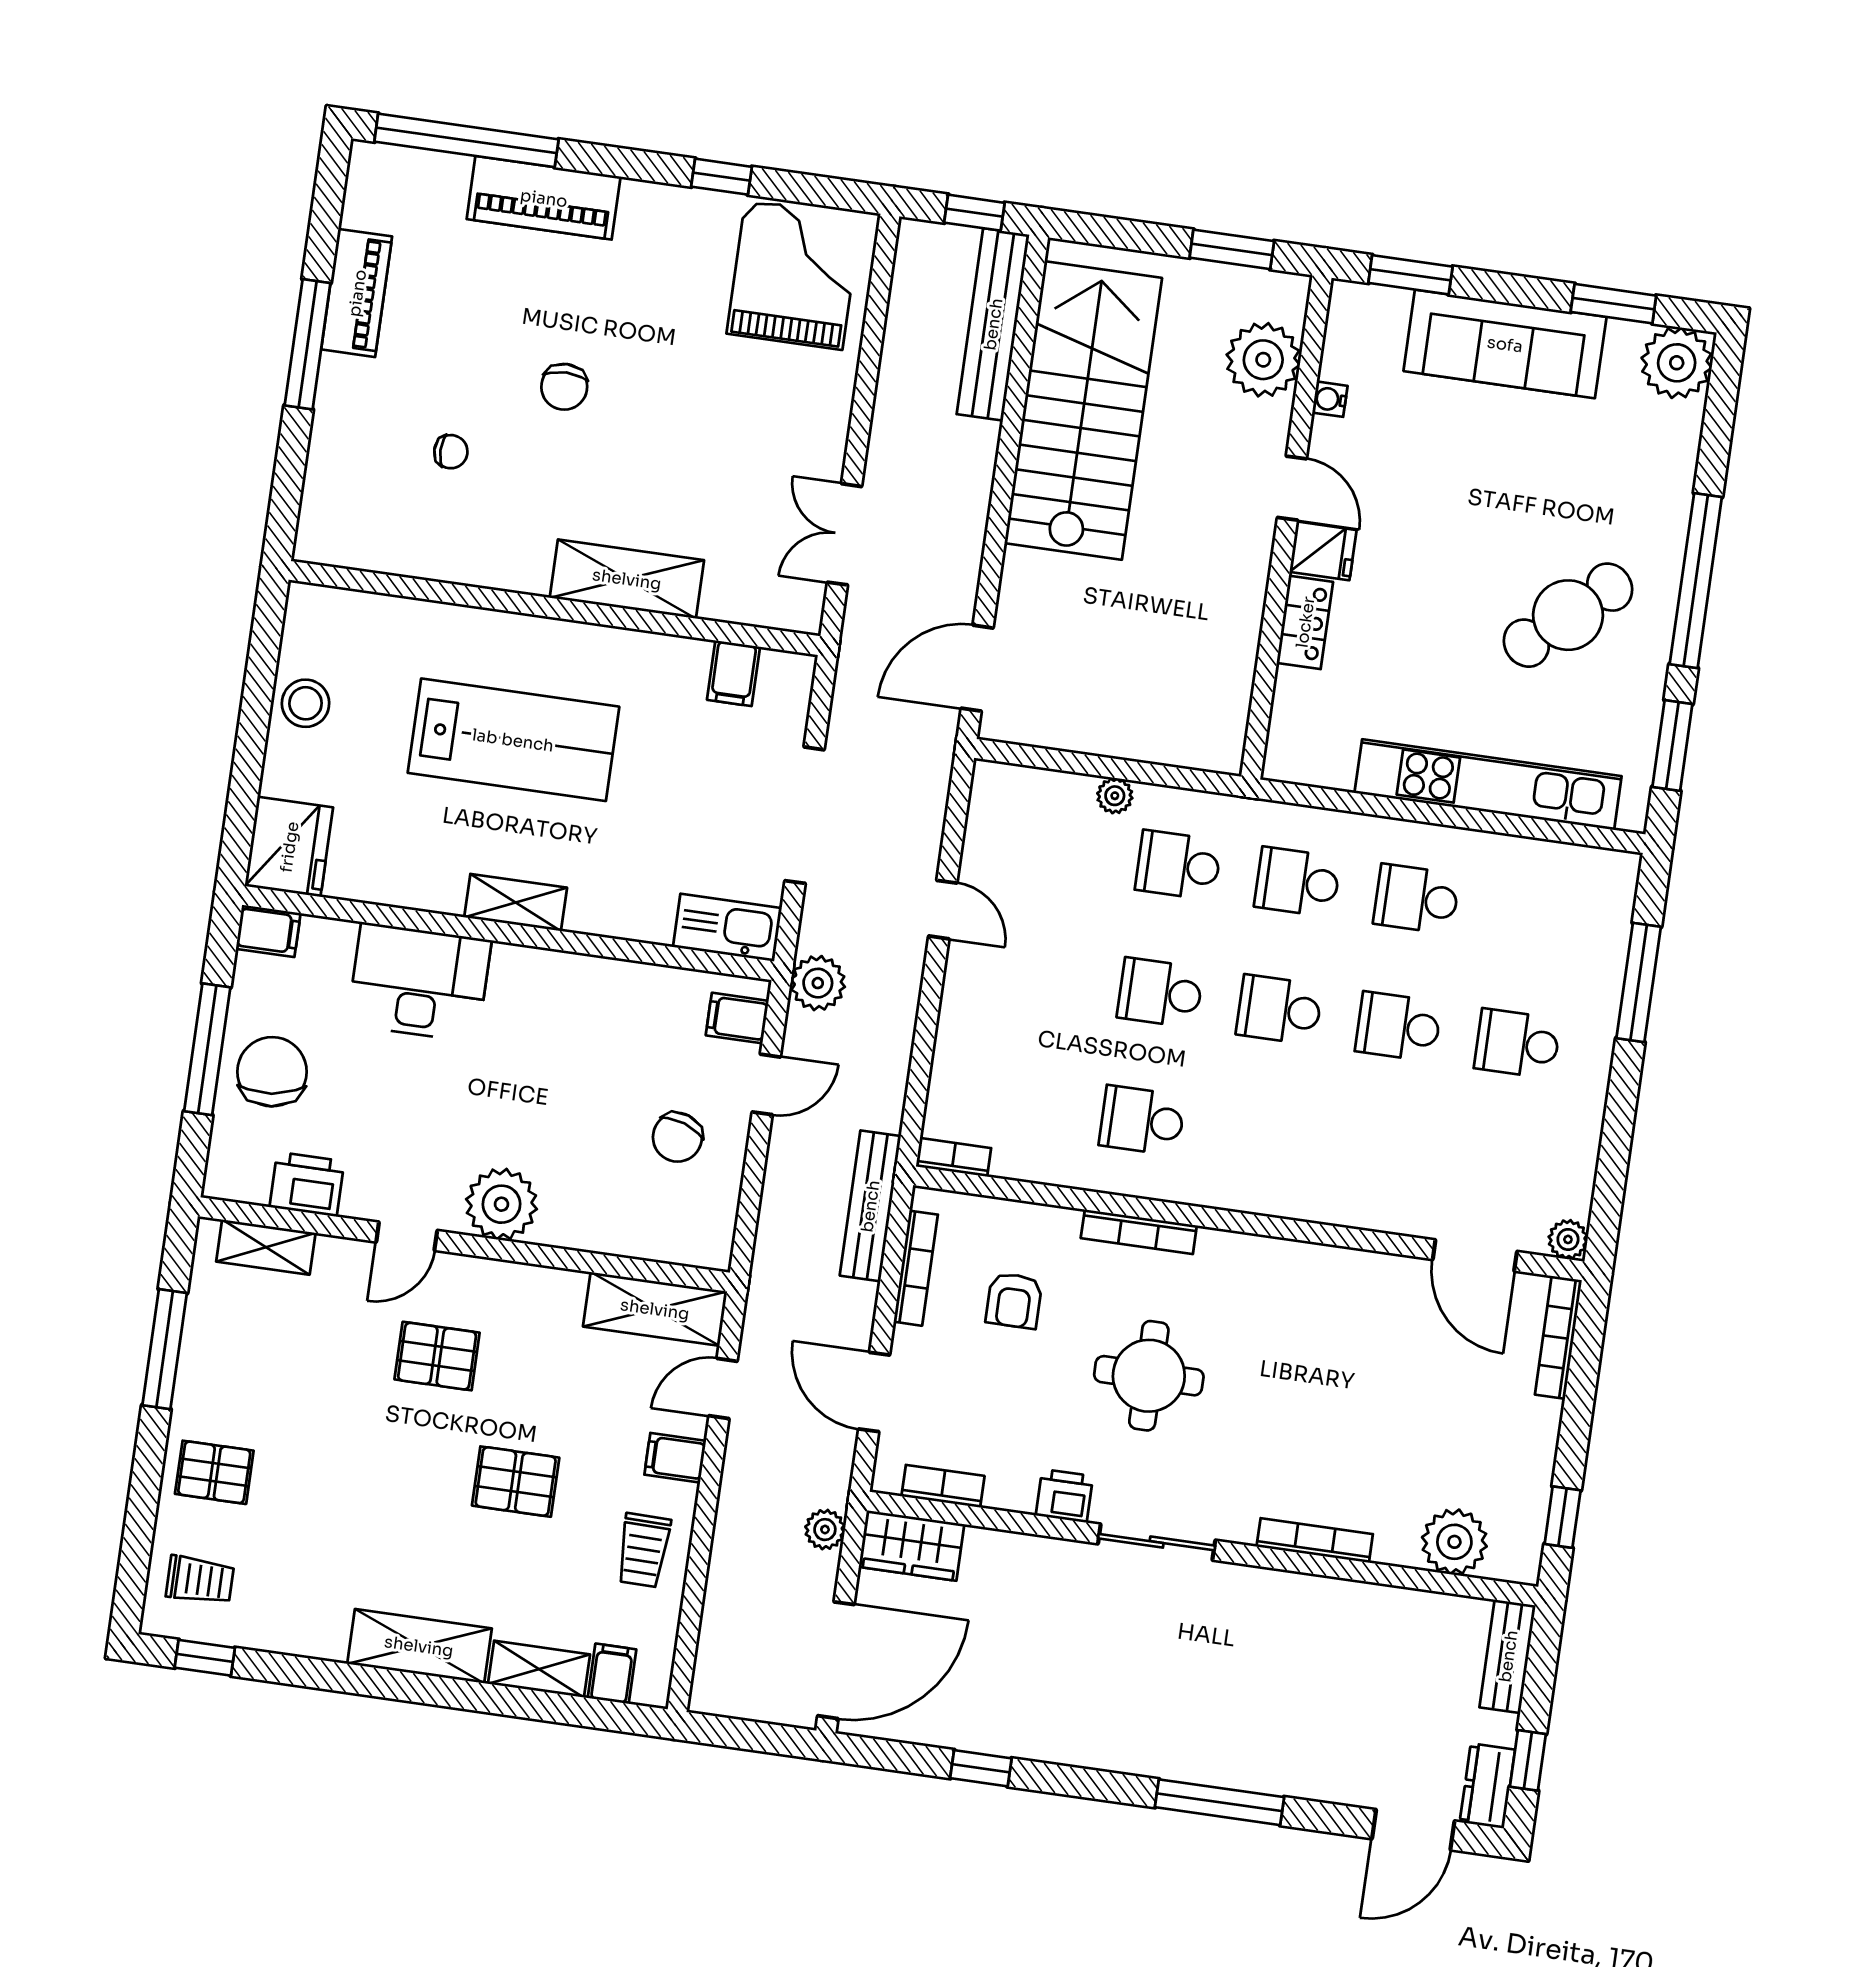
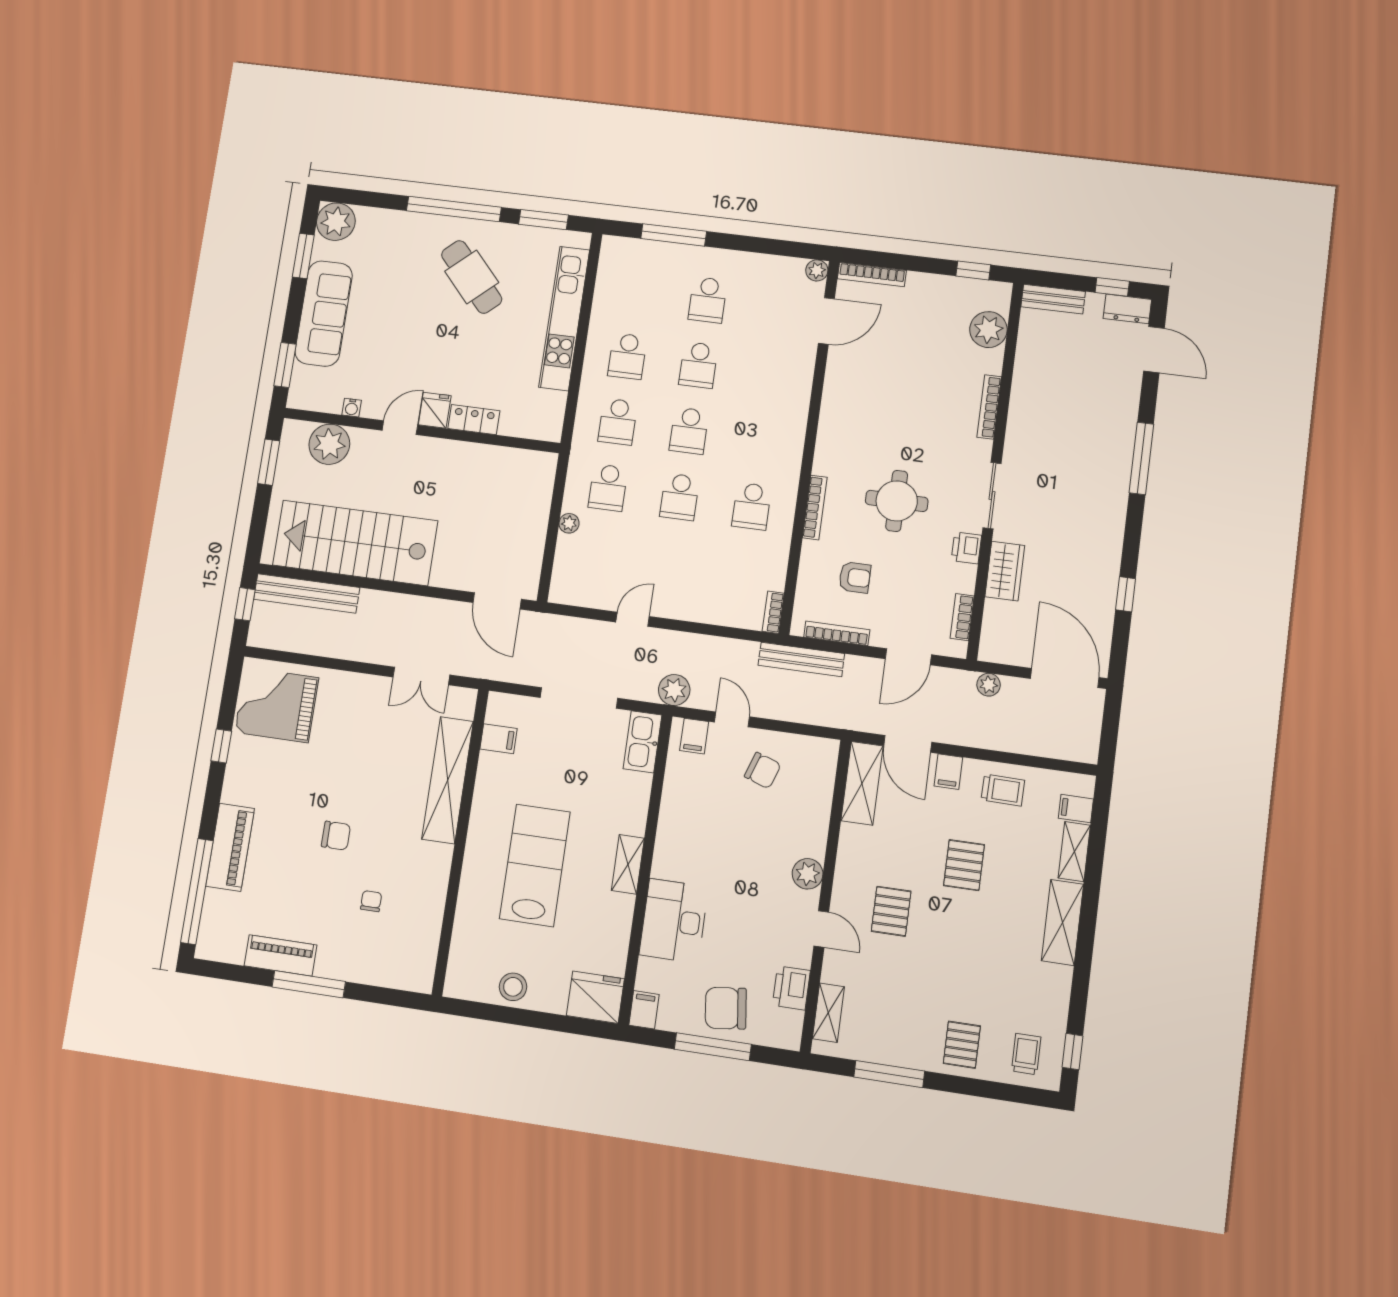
shelving: (627, 579) -> (448, 780), width x1.47
plant: (501, 1204) -> (808, 874), width x0.73, depth x0.73
door: (723, 1389) -> (908, 744), width x1.38
wardrobe: (912, 1546) -> (1005, 571), moved

